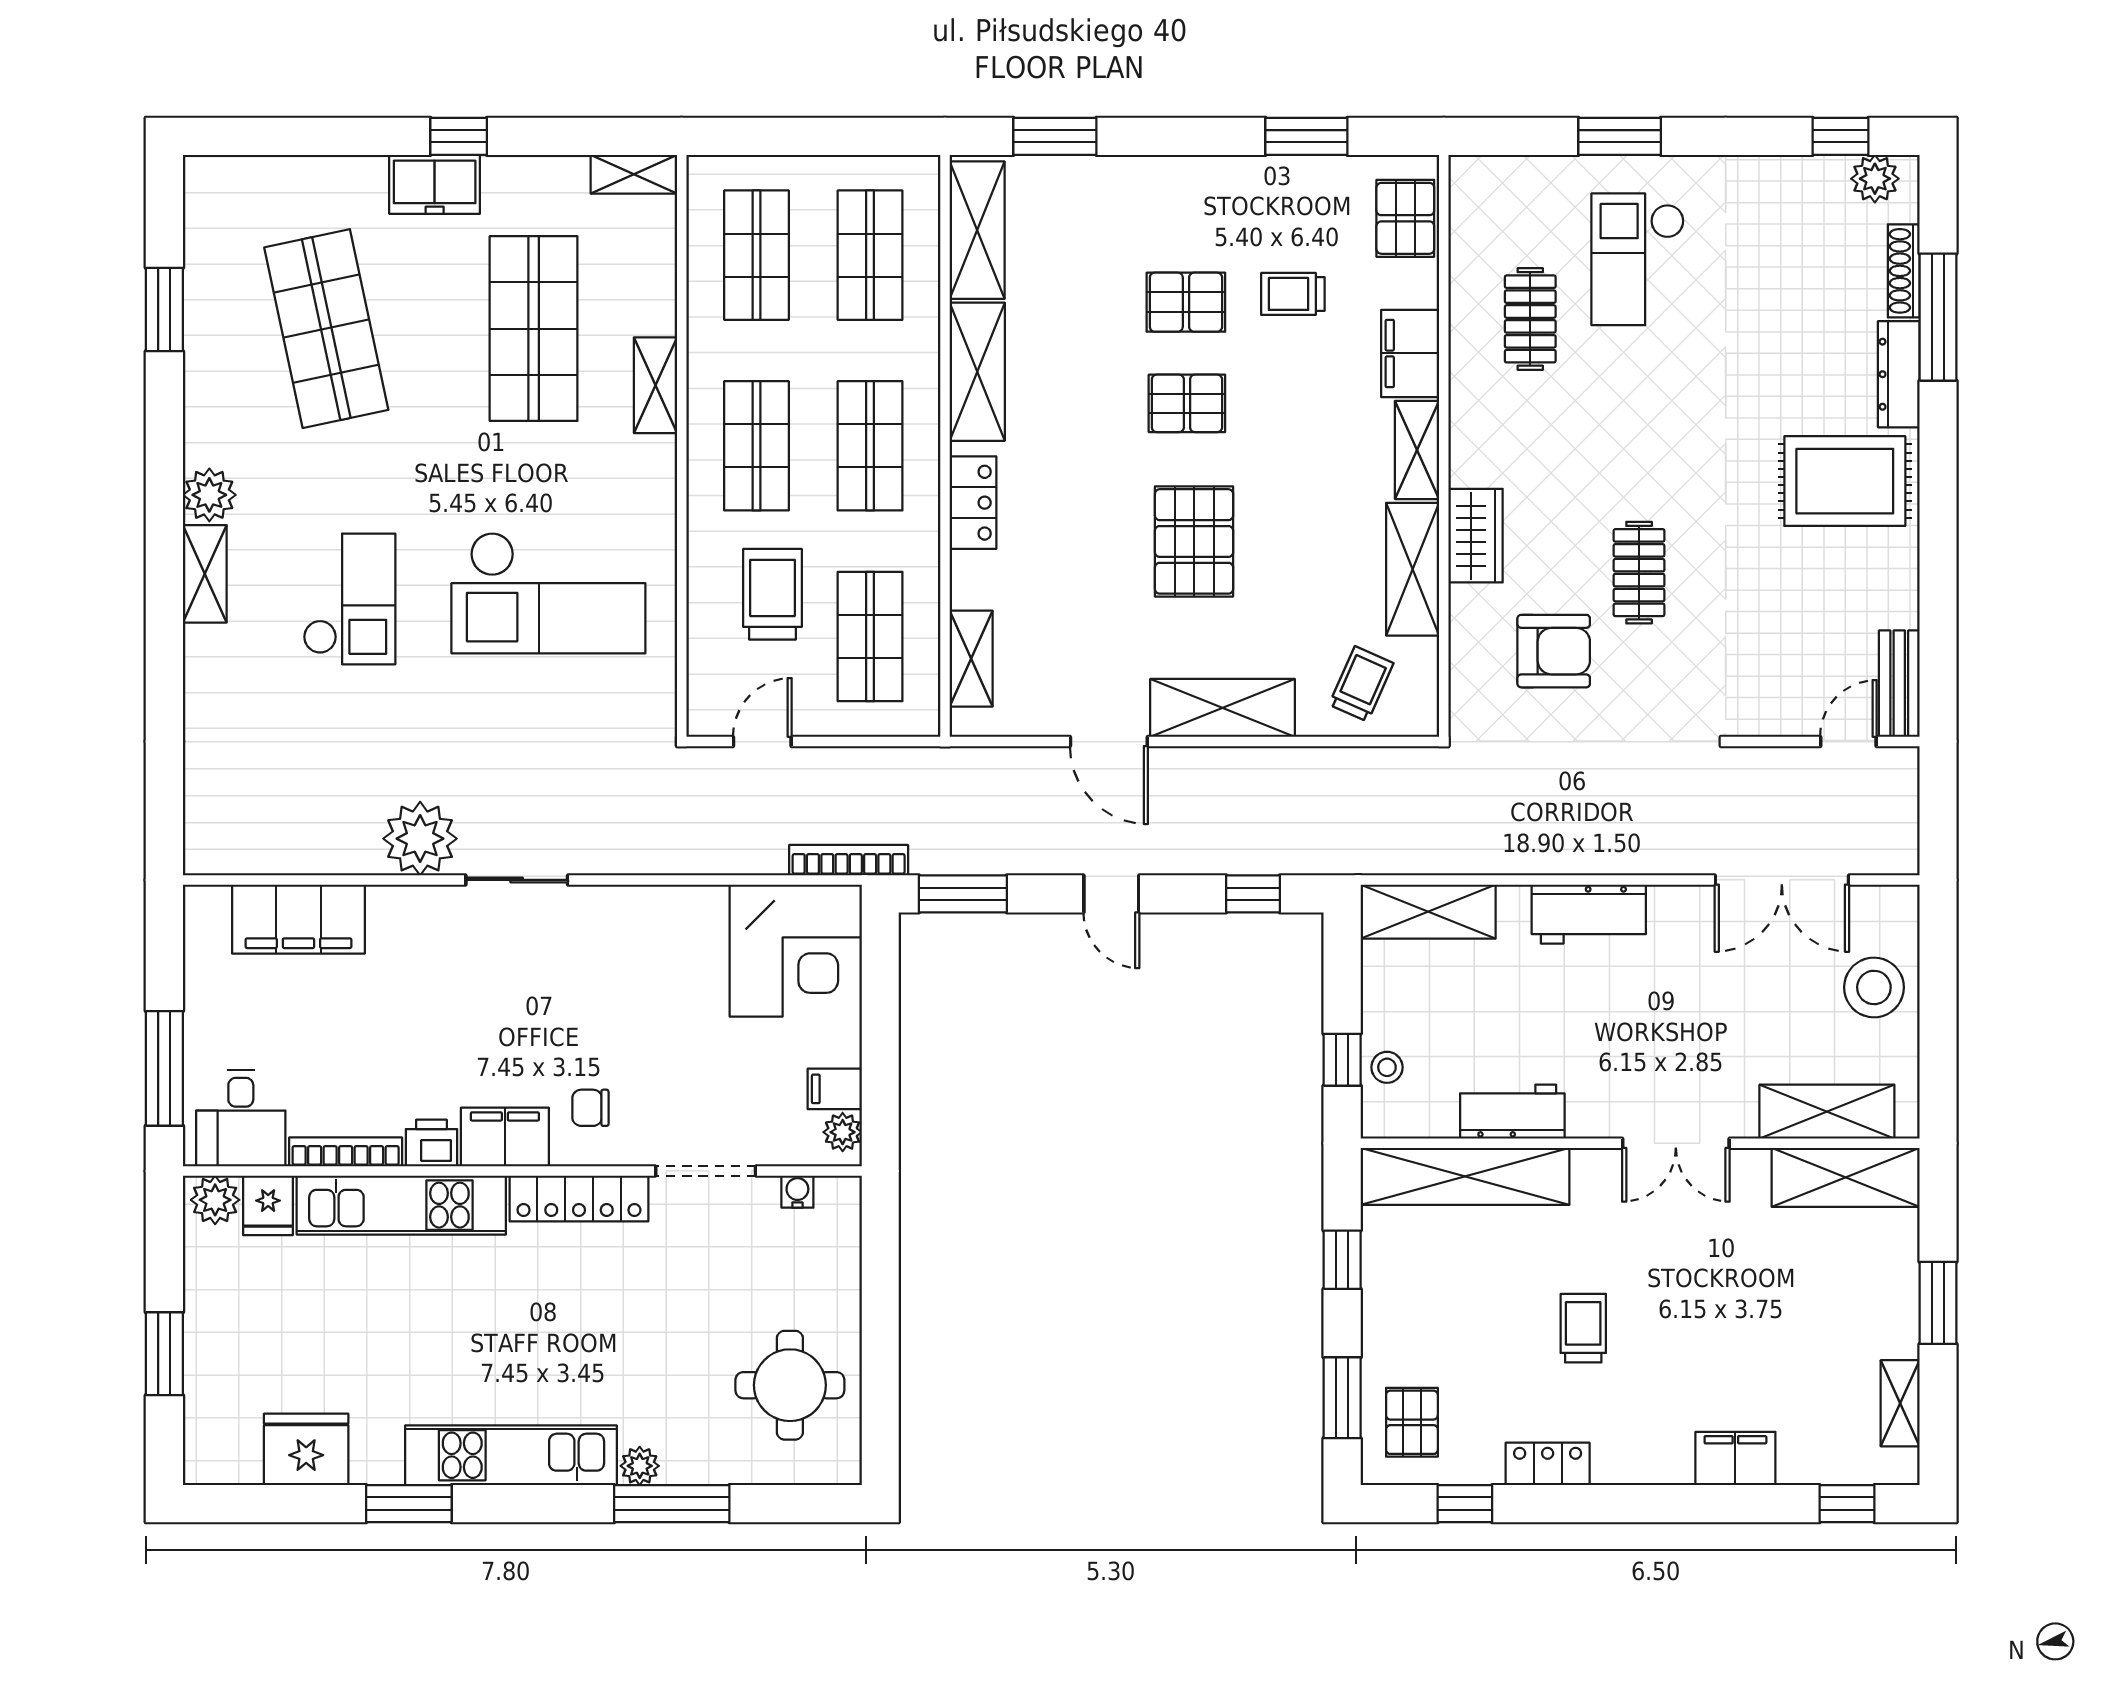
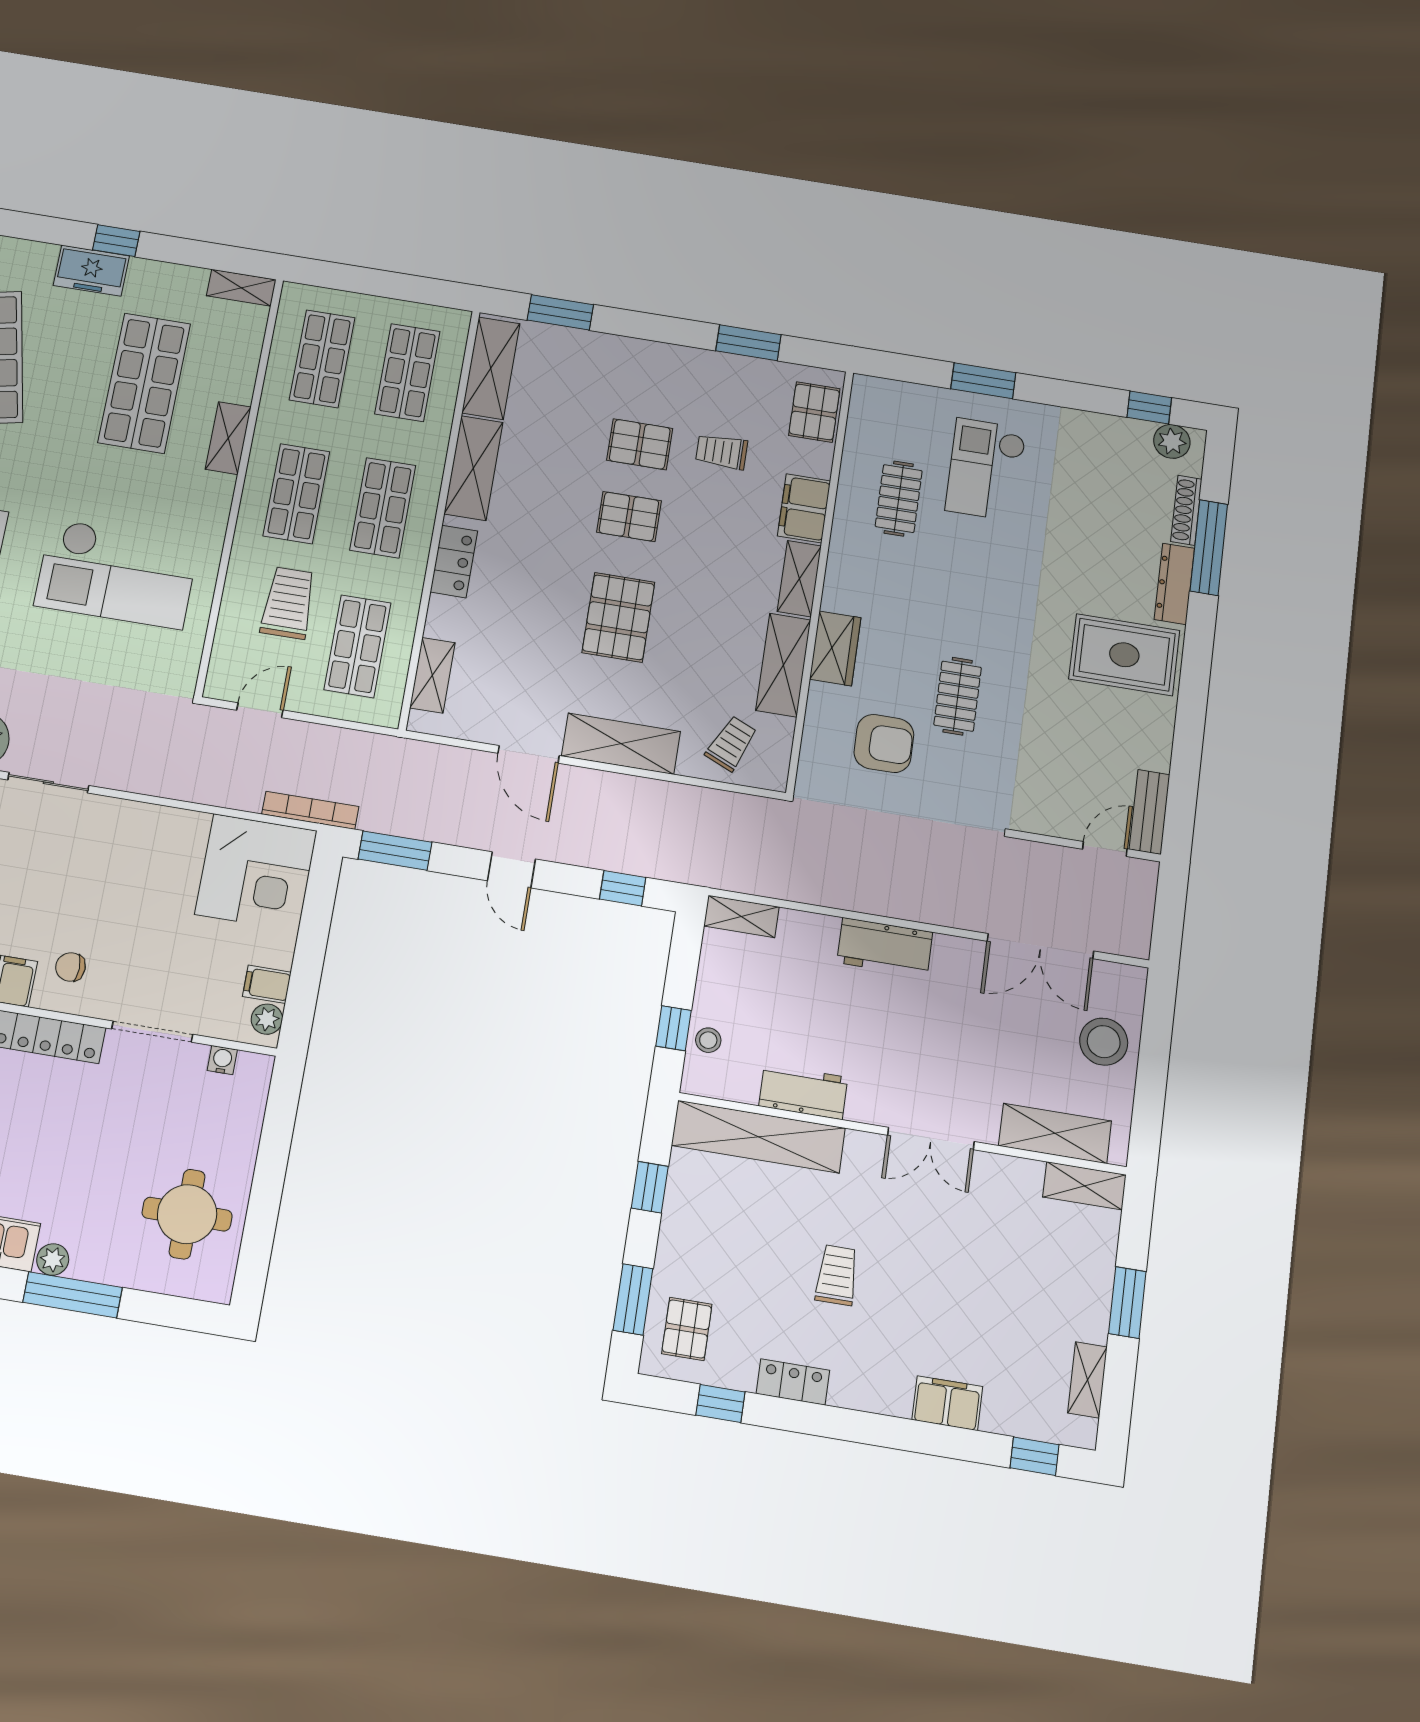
shelving: (1428, 912) -> (741, 916), width x0.67, depth x0.75
shelving: (1846, 1177) -> (1084, 1186), width x0.67, depth x0.75

